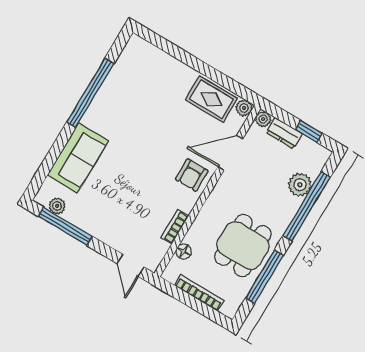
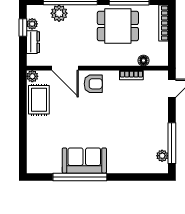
plant: (263, 119) -> (32, 24), moved
sofa: (78, 158) -> (84, 161), moved
bookcase: (199, 293) -> (163, 23), moved

